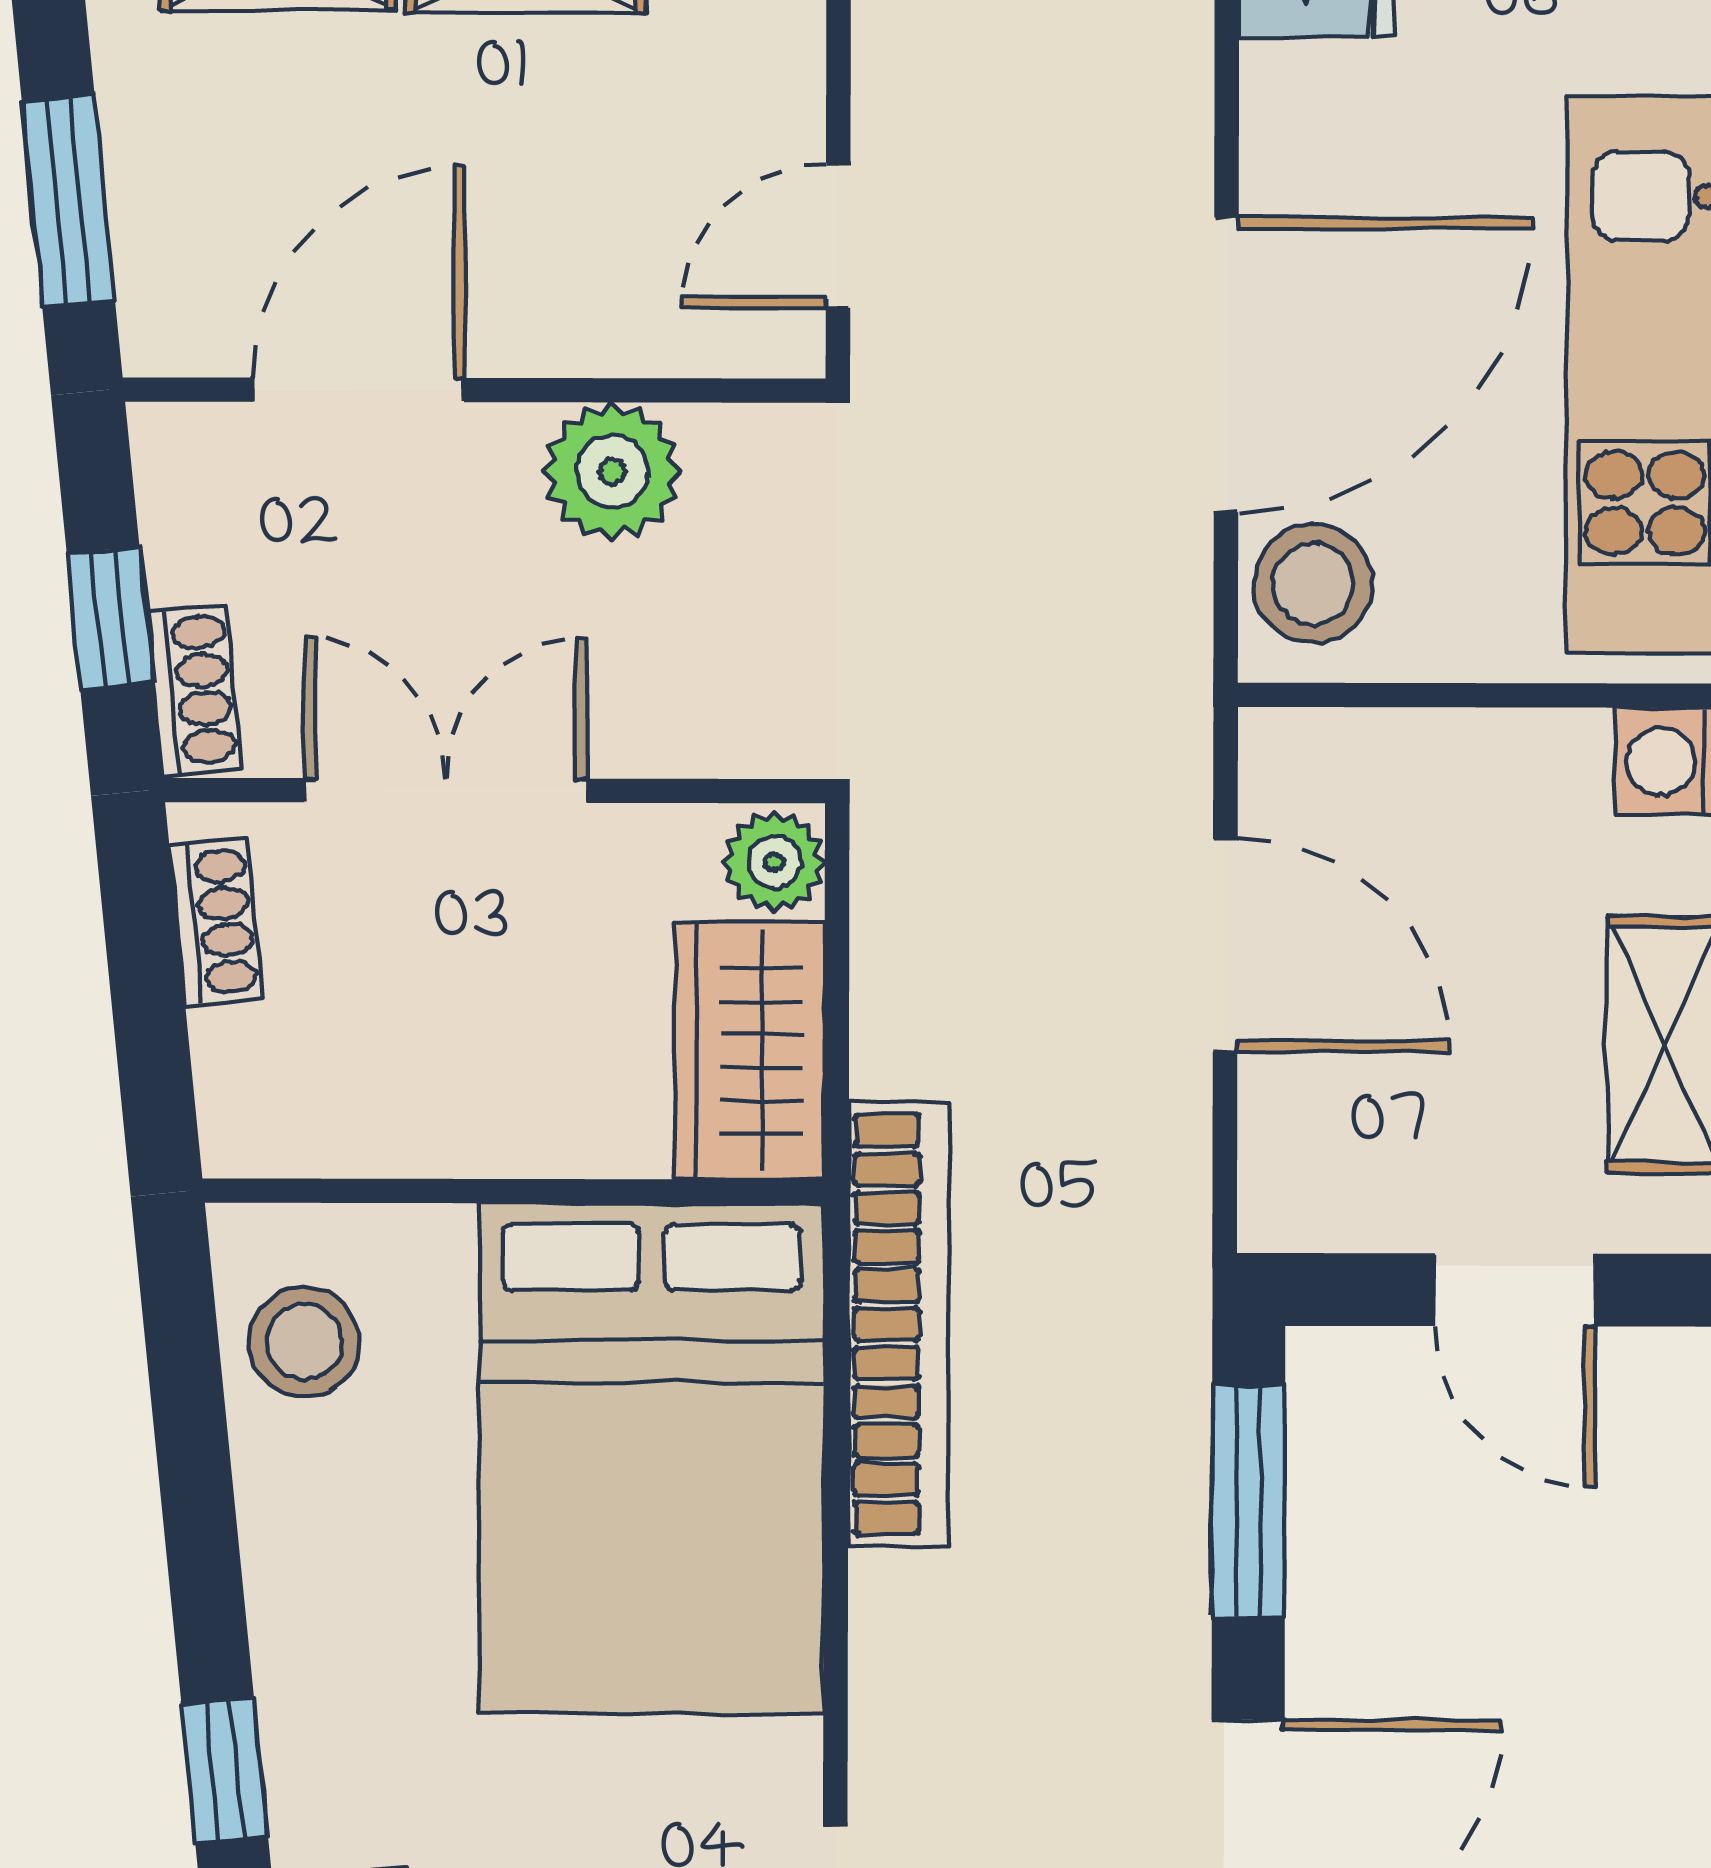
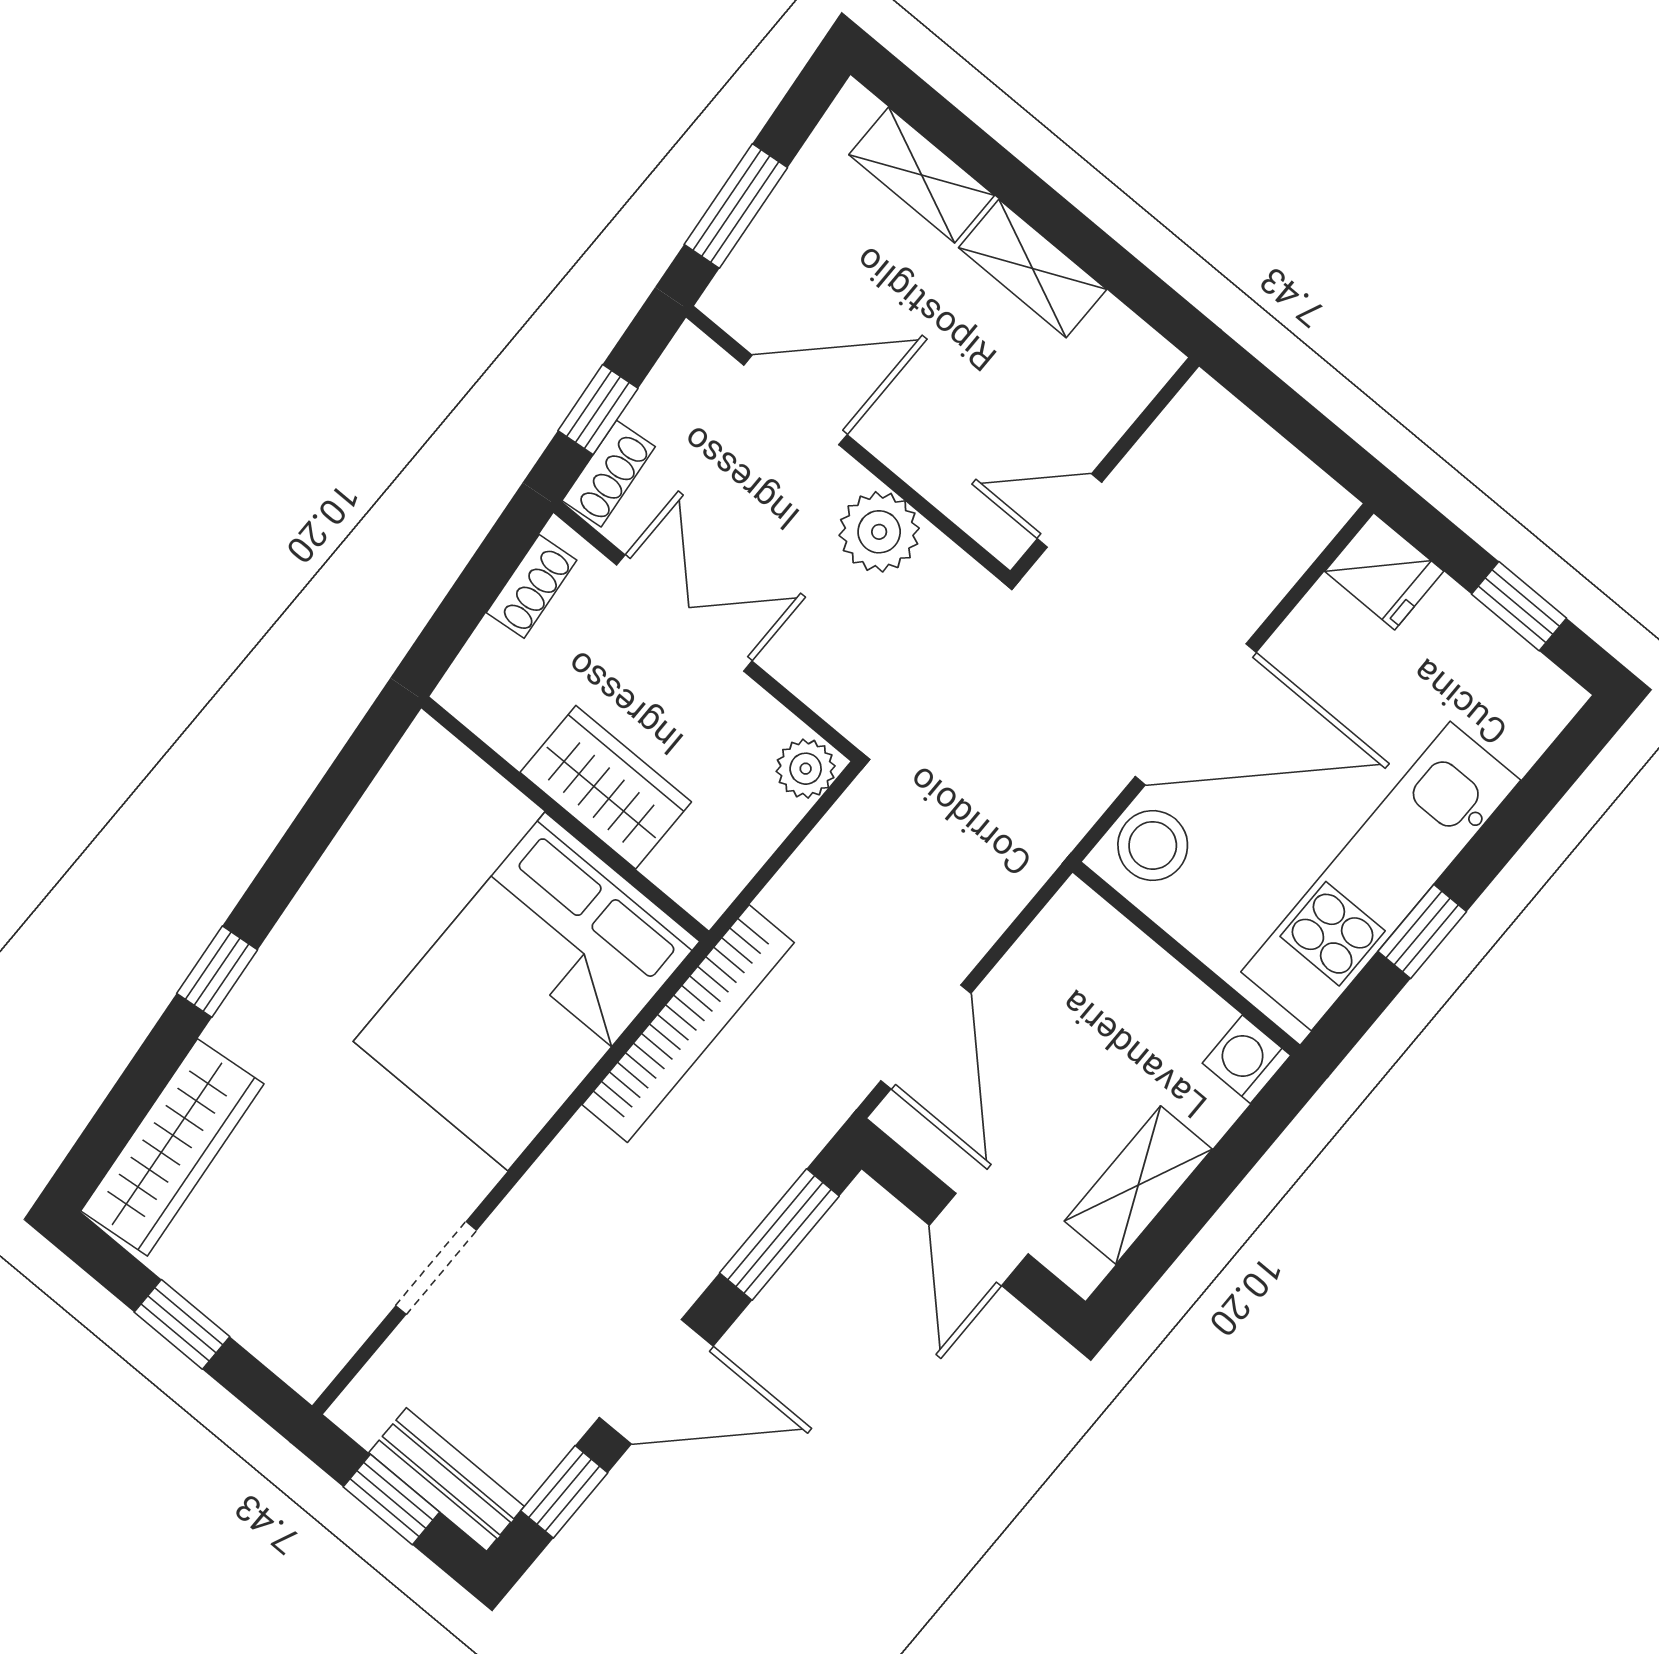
door: (1225, 946) -> (926, 1037), moved
wardrobe: (750, 1051) -> (606, 787), moved, turned 90
stool: (304, 1342) -> (414, 808), removed

